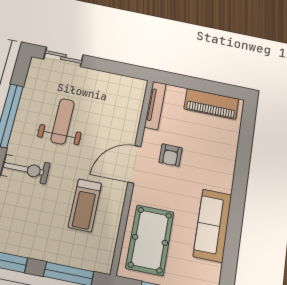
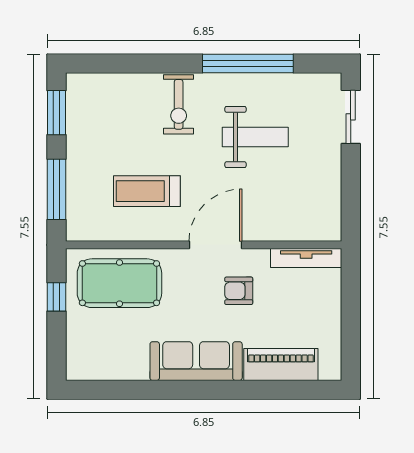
piano: (211, 104) -> (281, 365), moved, turned 90
door: (134, 164) -> (215, 245), hinge flipped
sofa: (213, 225) -> (196, 361), moved

